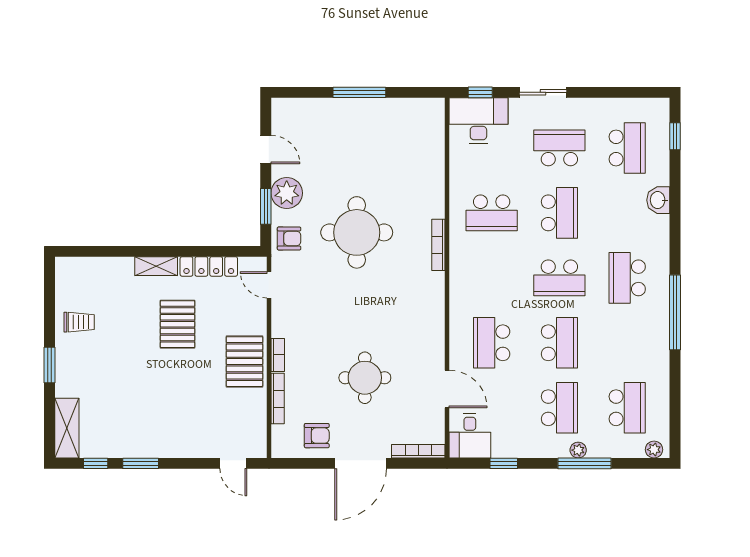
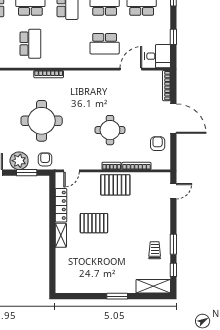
trolley: (79, 322) -> (155, 250), moved
round table: (365, 378) -> (110, 130), moved

